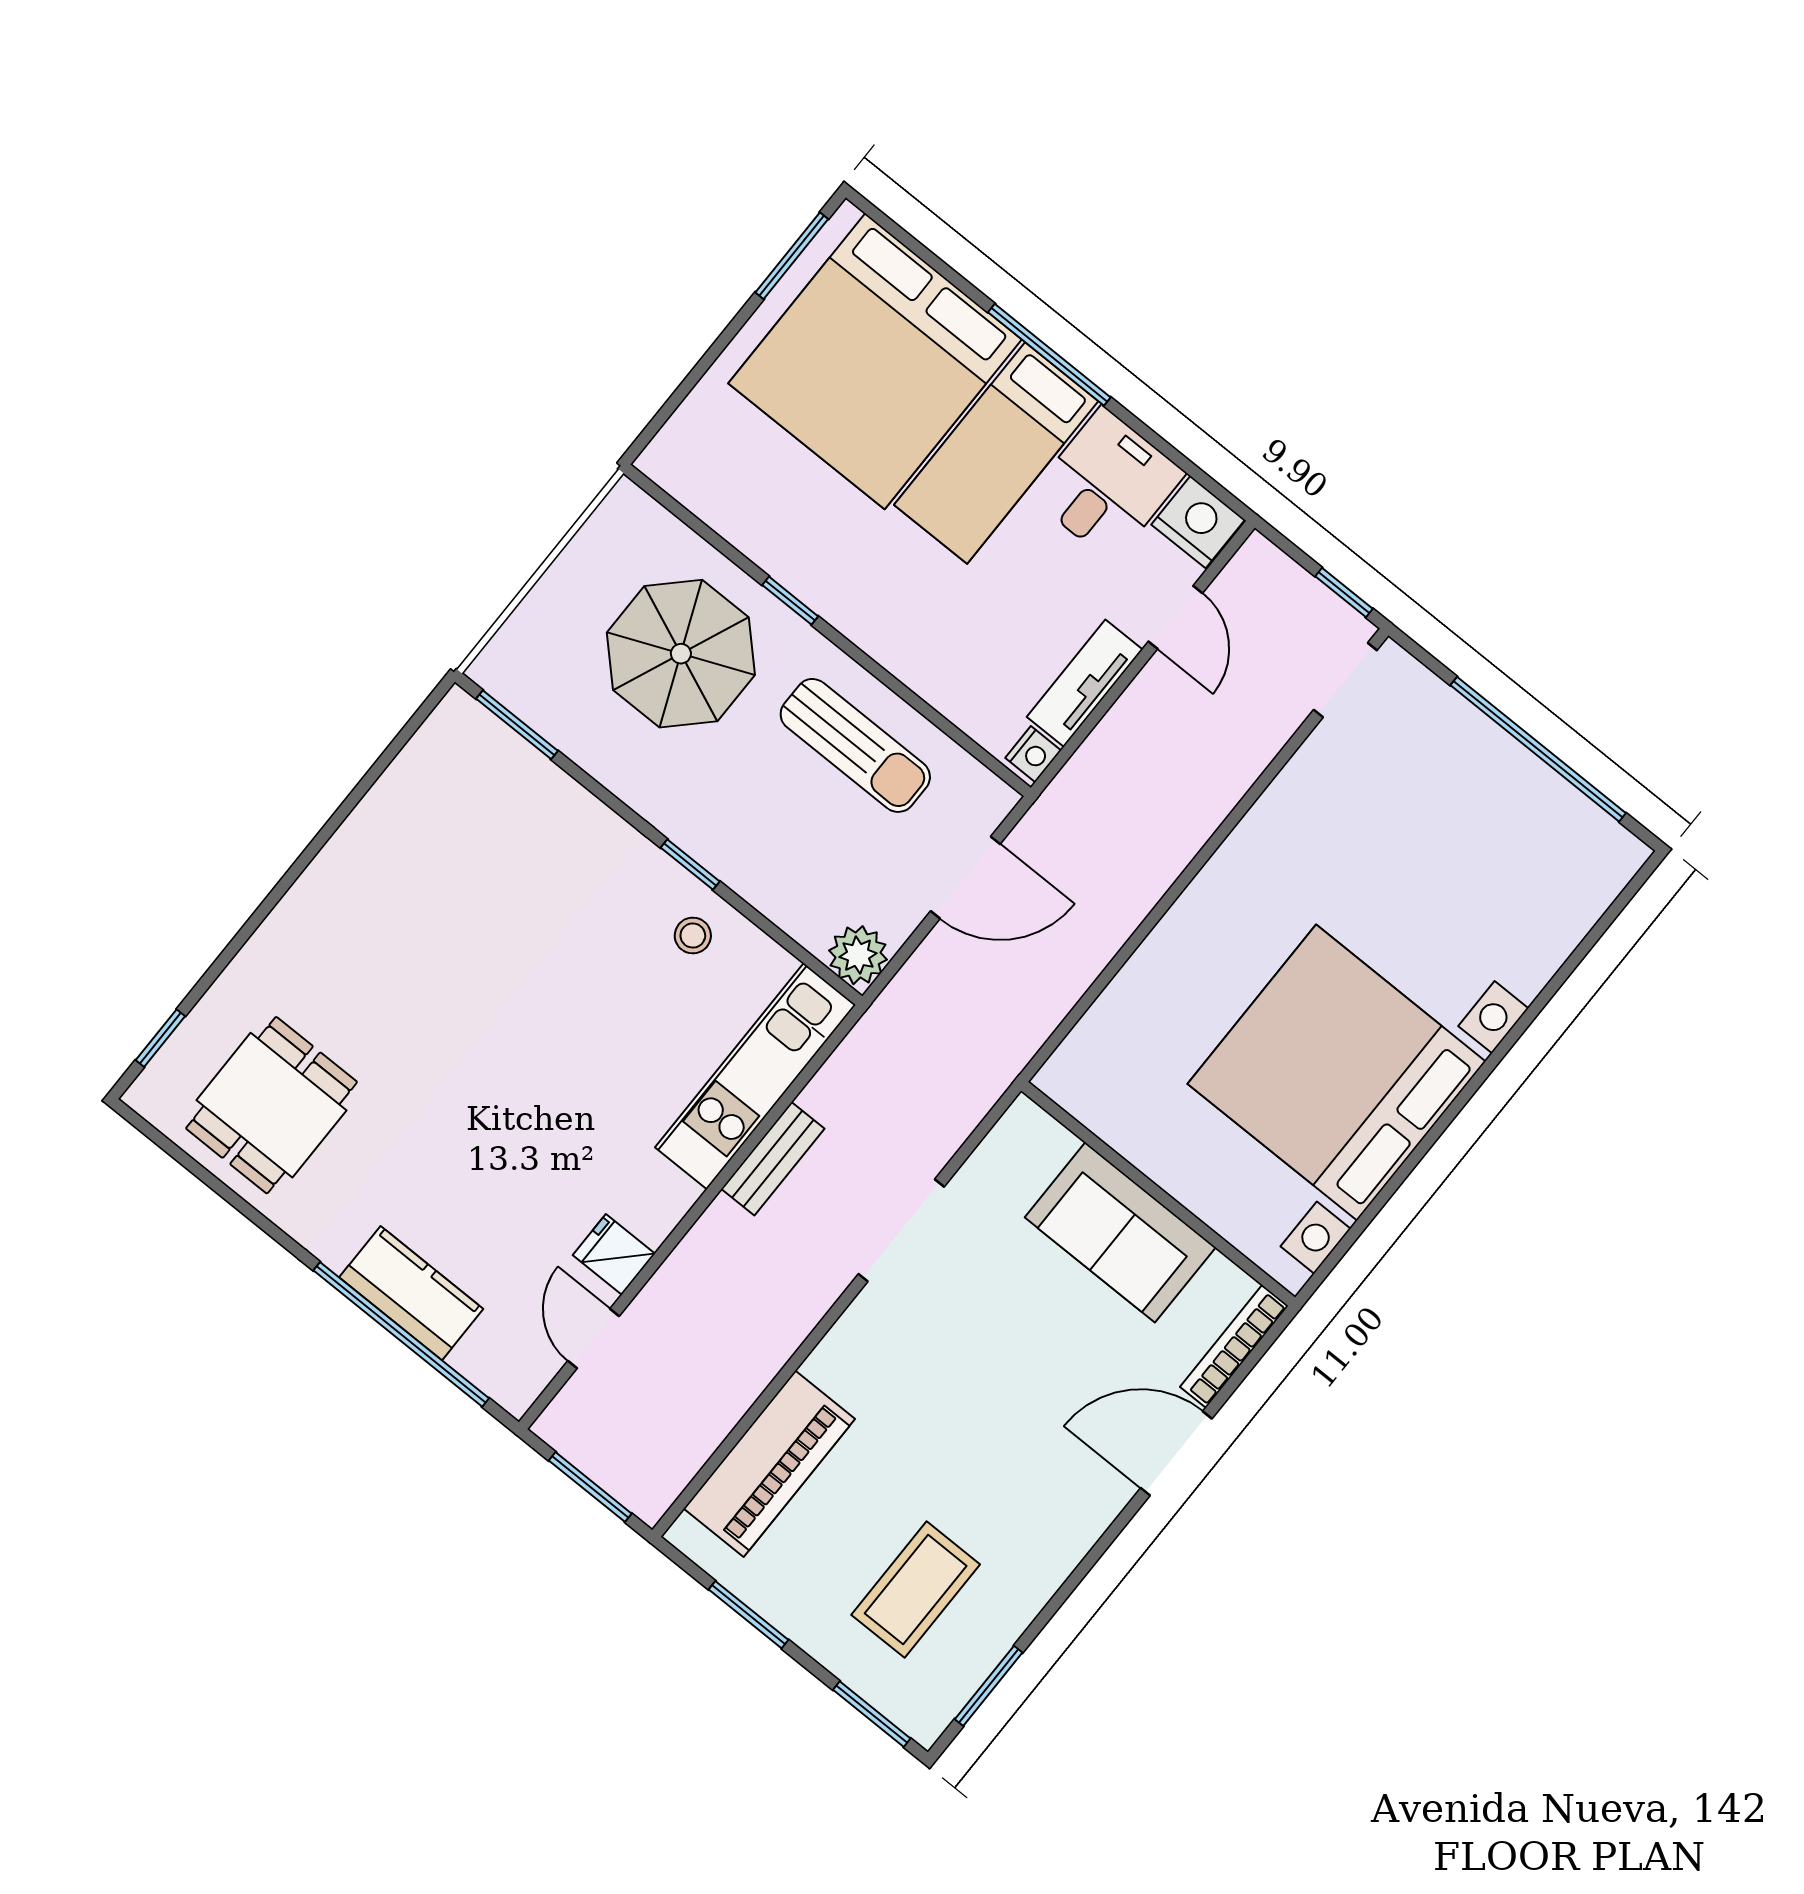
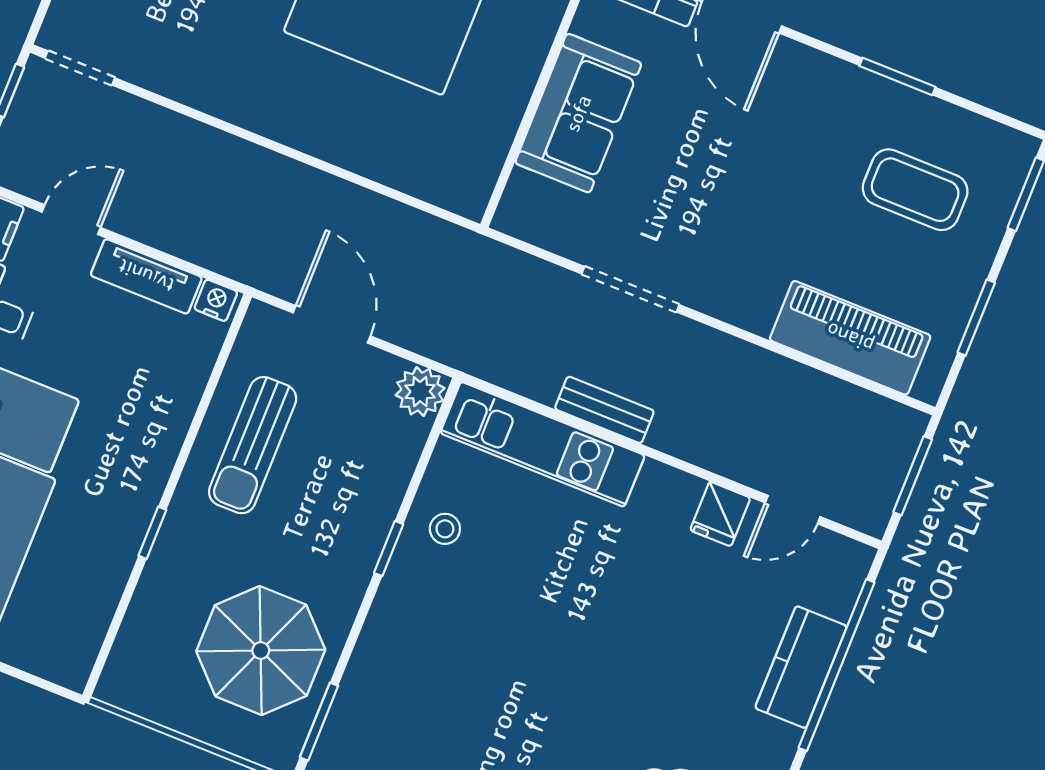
parasol: (681, 654) -> (261, 651), moved
sun lounger: (855, 745) -> (253, 445), turned 180
window: (989, 1686) -> (897, 76), moved

